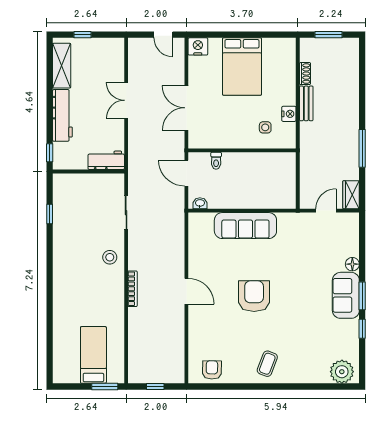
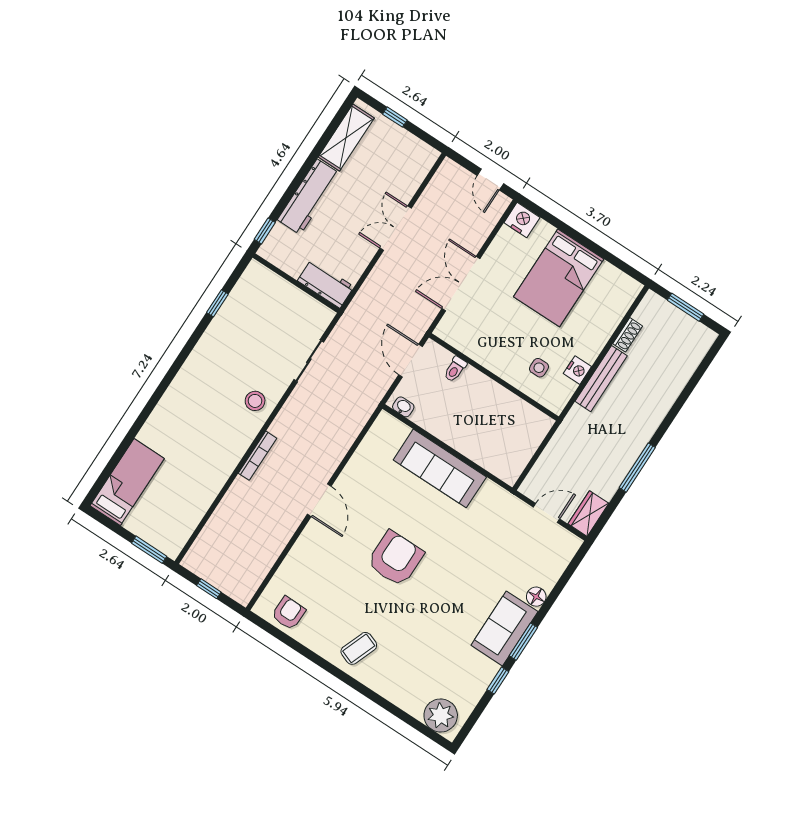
bench: (306, 103) -> (601, 379), width x1.36
bed: (93, 355) -> (127, 482), moved

